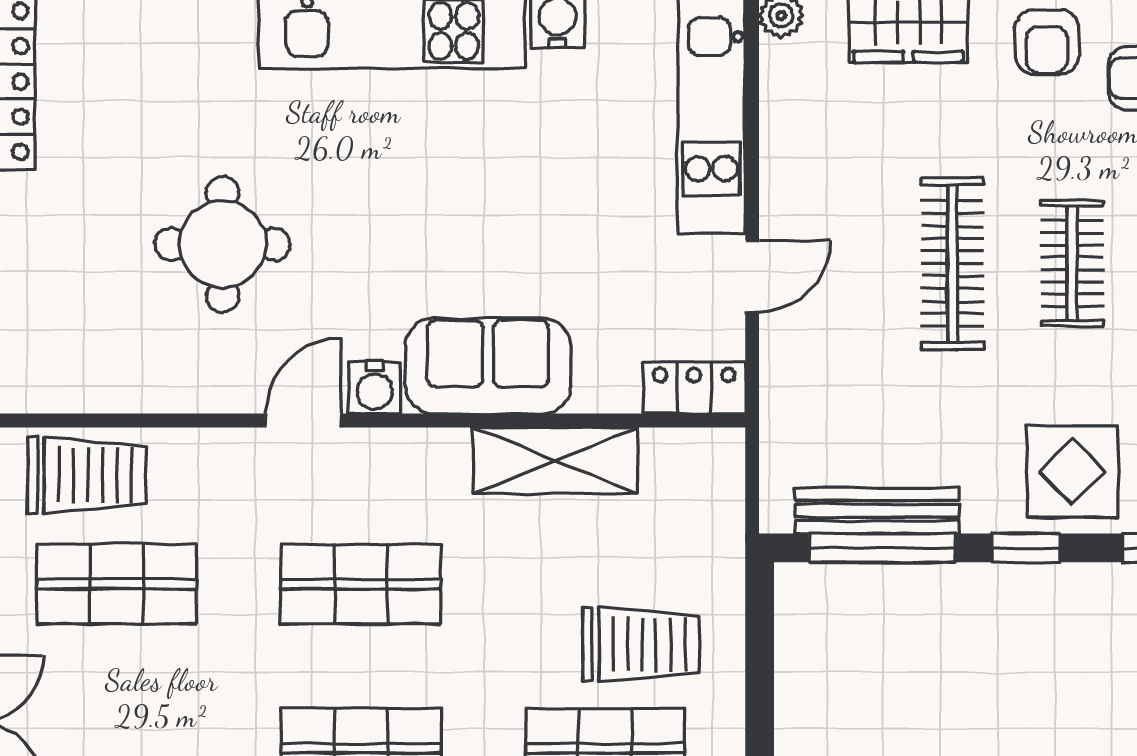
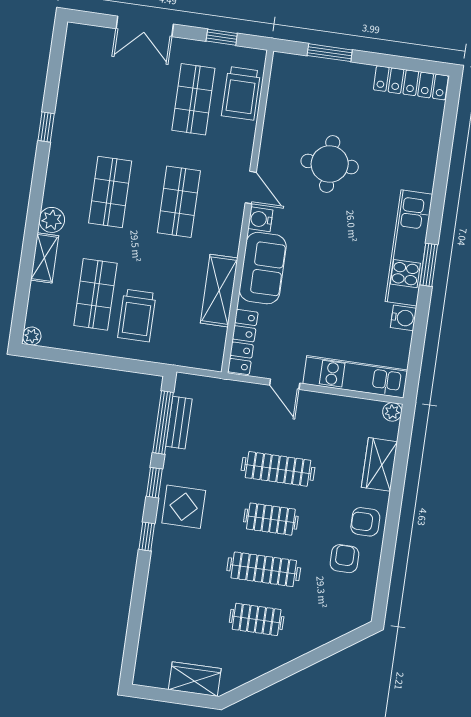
locker: (694, 388) -> (243, 342), width x1.53
bench: (877, 511) -> (179, 423), width x0.73

